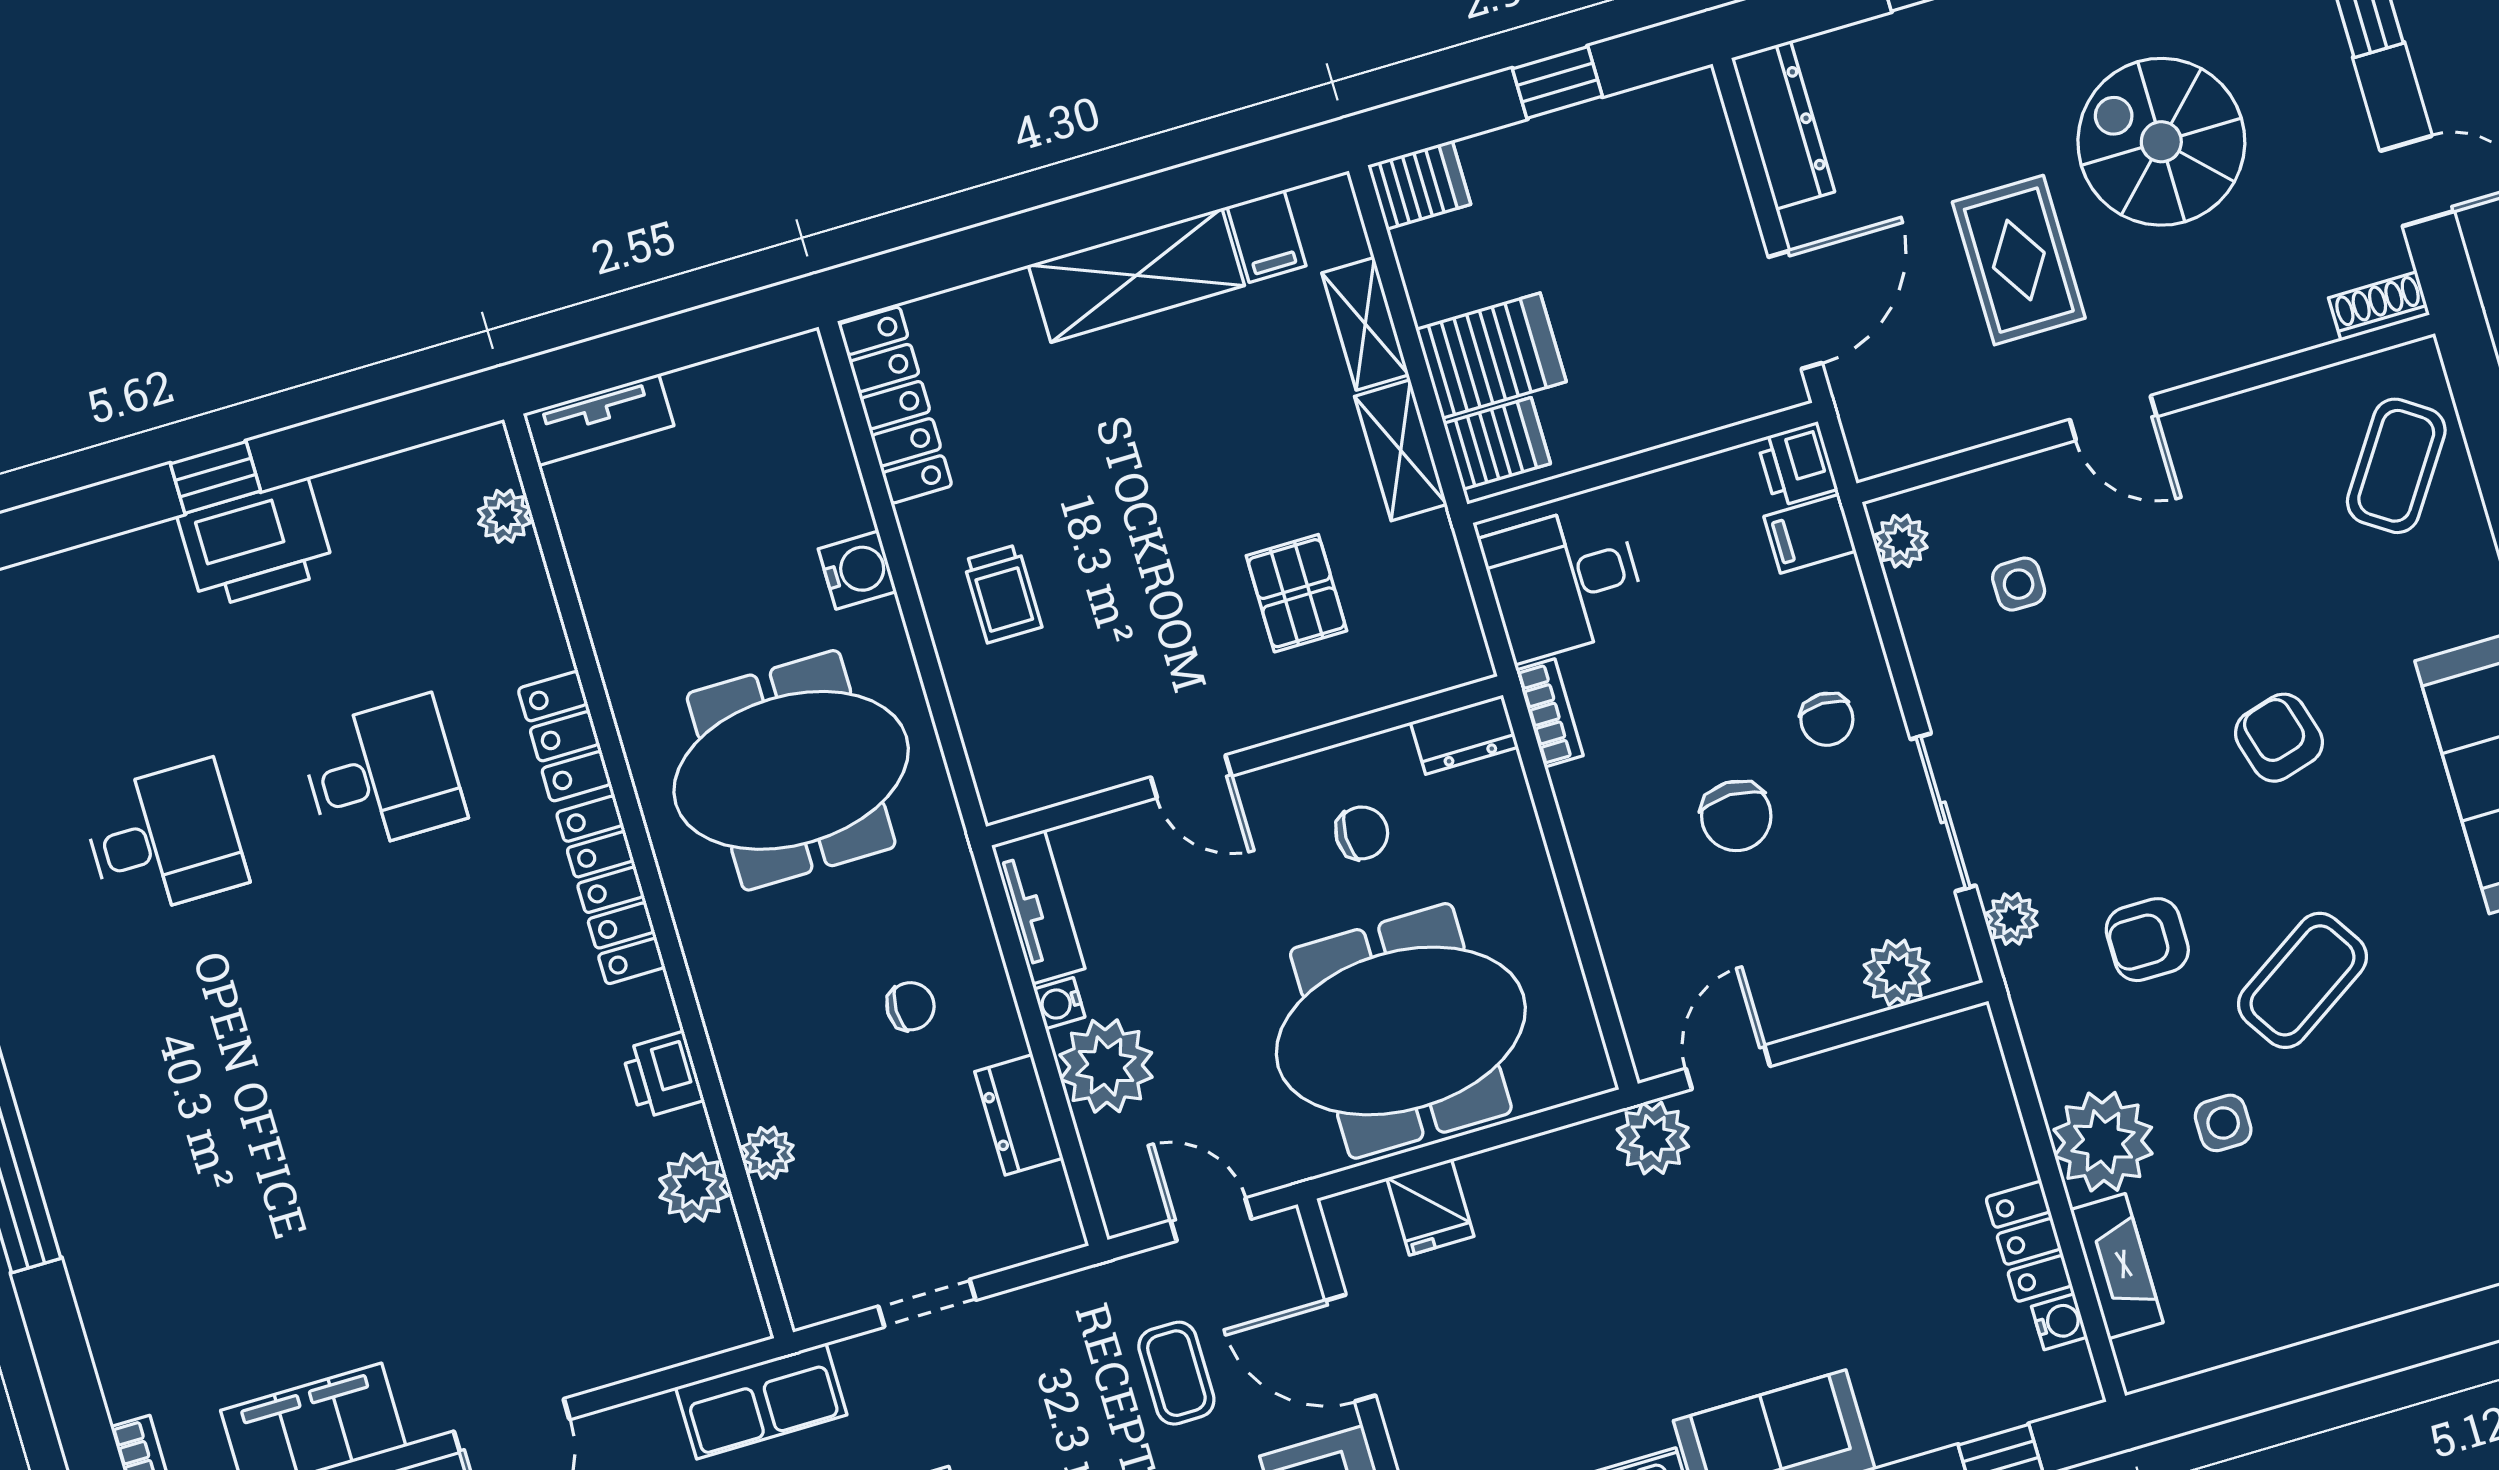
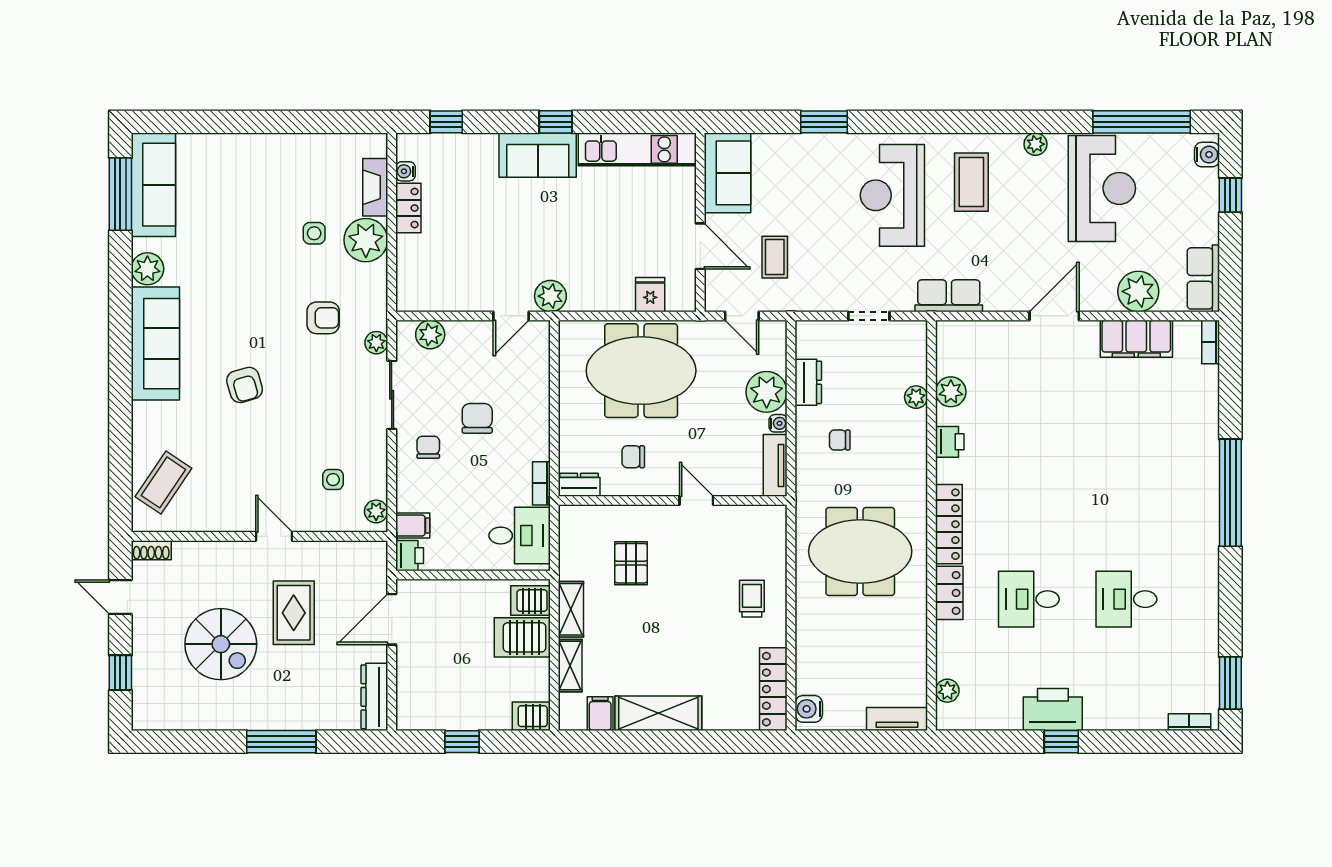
water cooler: (857, 570) -> (809, 709), moved
coffee table: (2302, 980) -> (264, 282), removed

